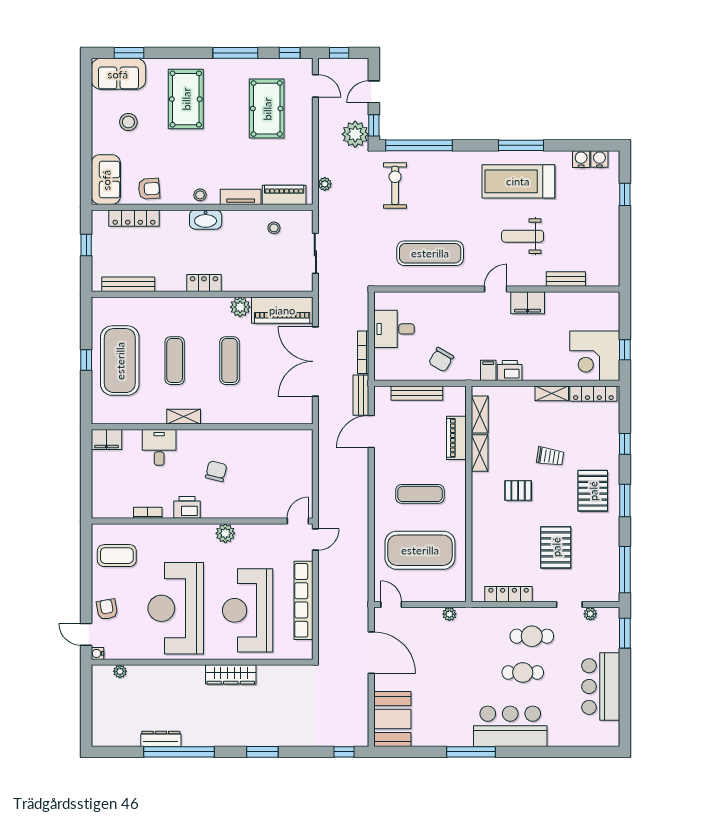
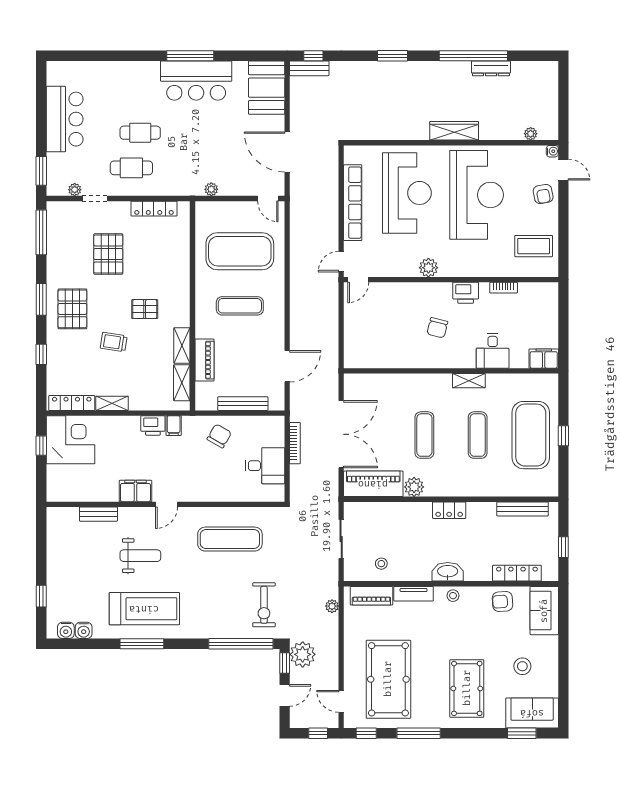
pool table: (267, 109) -> (388, 679), width x1.36, depth x1.32
bench: (361, 395) -> (309, 68), moved, turned 90
wardrobe: (231, 674) -> (454, 131), moved
bar counter: (510, 726) -> (196, 81), moved

